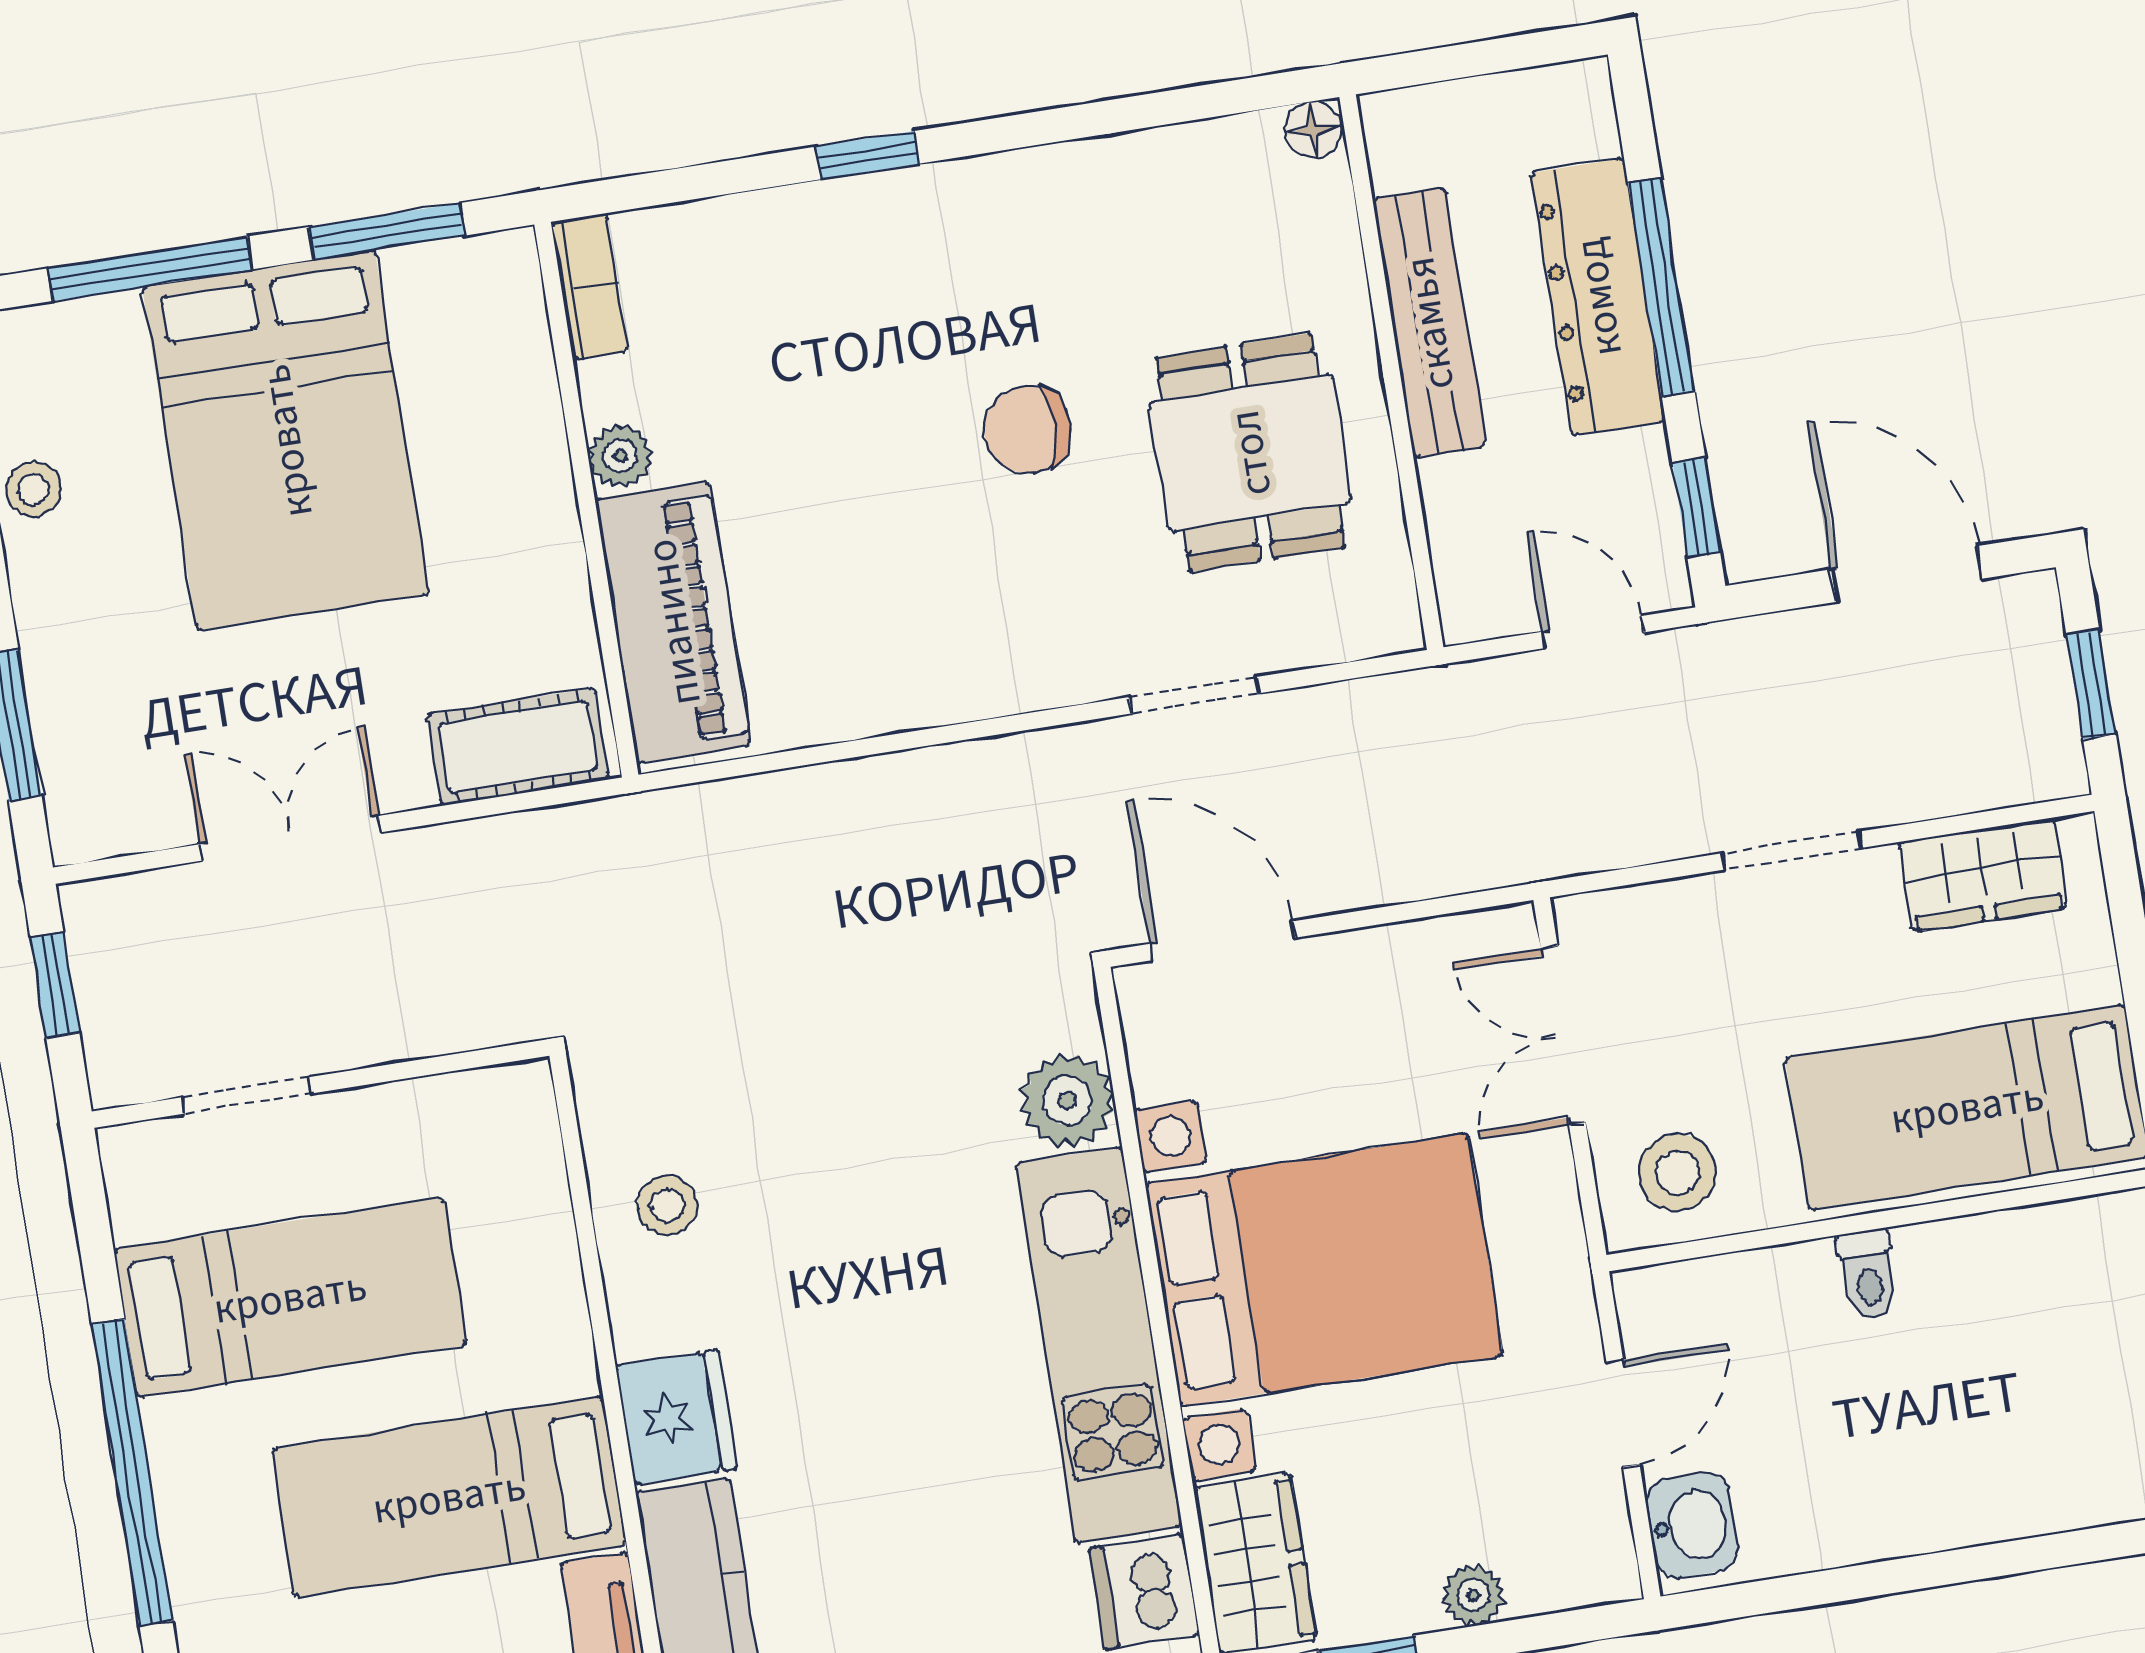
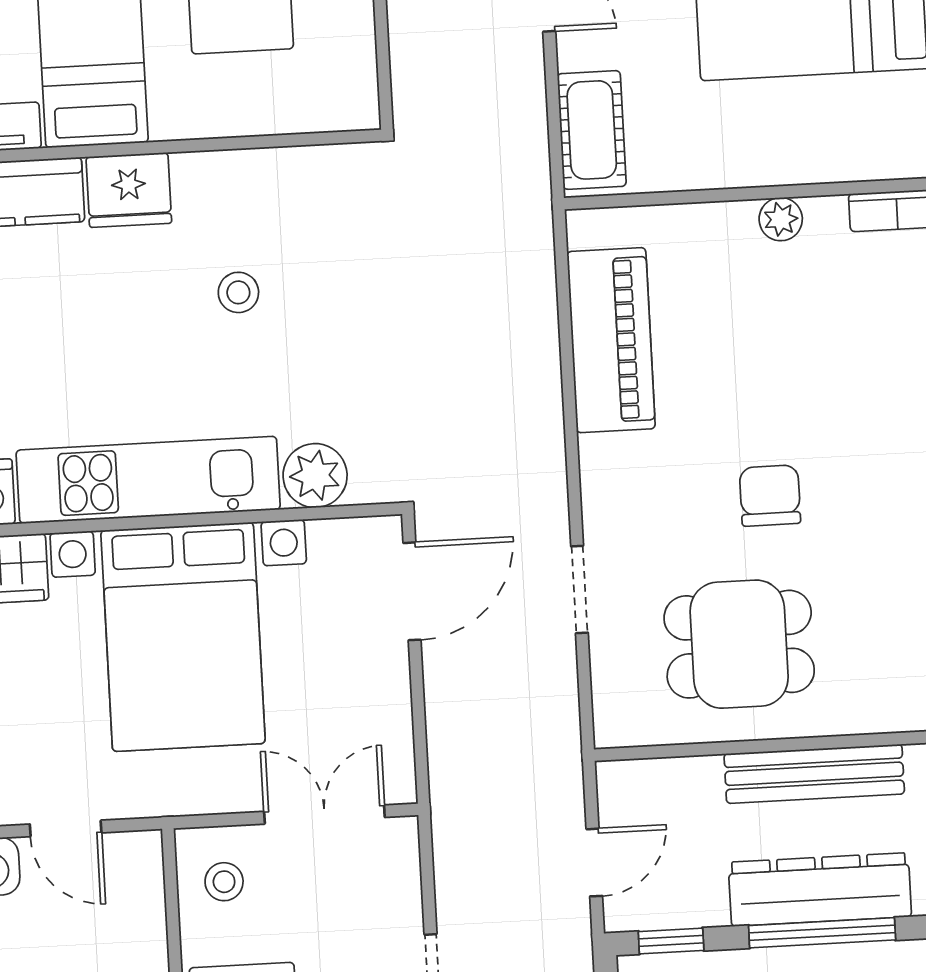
piano: (673, 622) -> (611, 340), moved, turned -90
stool: (1677, 1173) -> (224, 882), width x0.73, depth x0.73
stool: (667, 1206) -> (238, 292), moved

